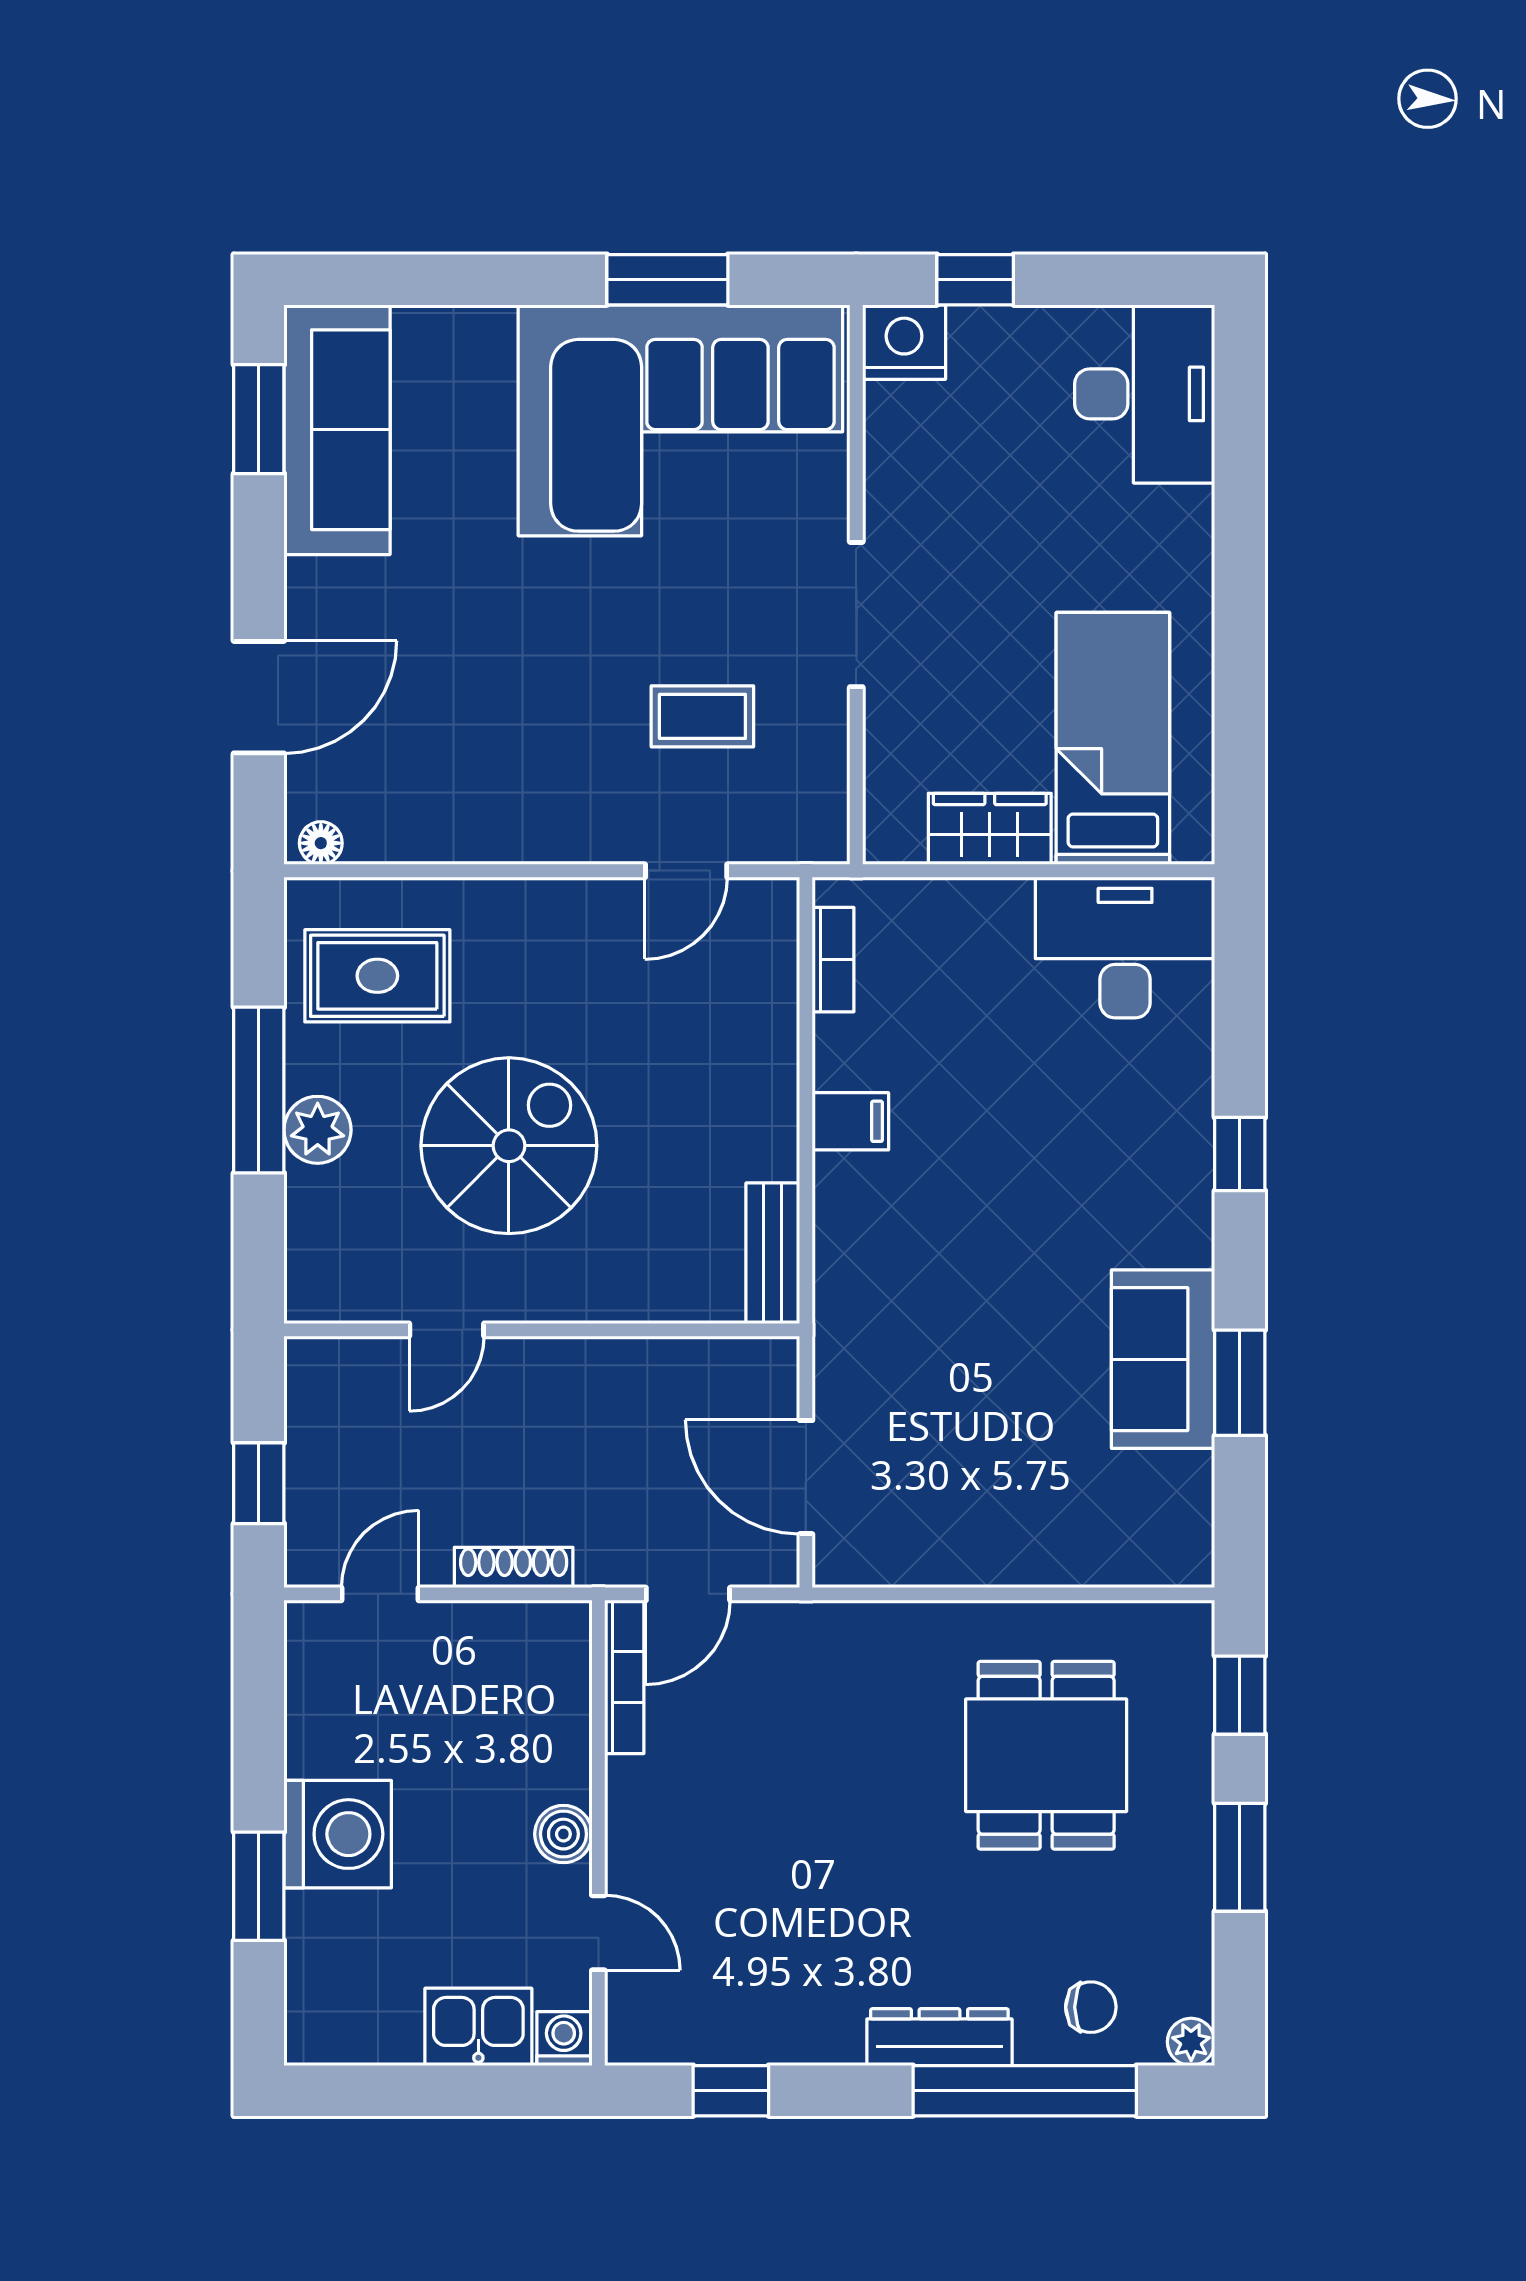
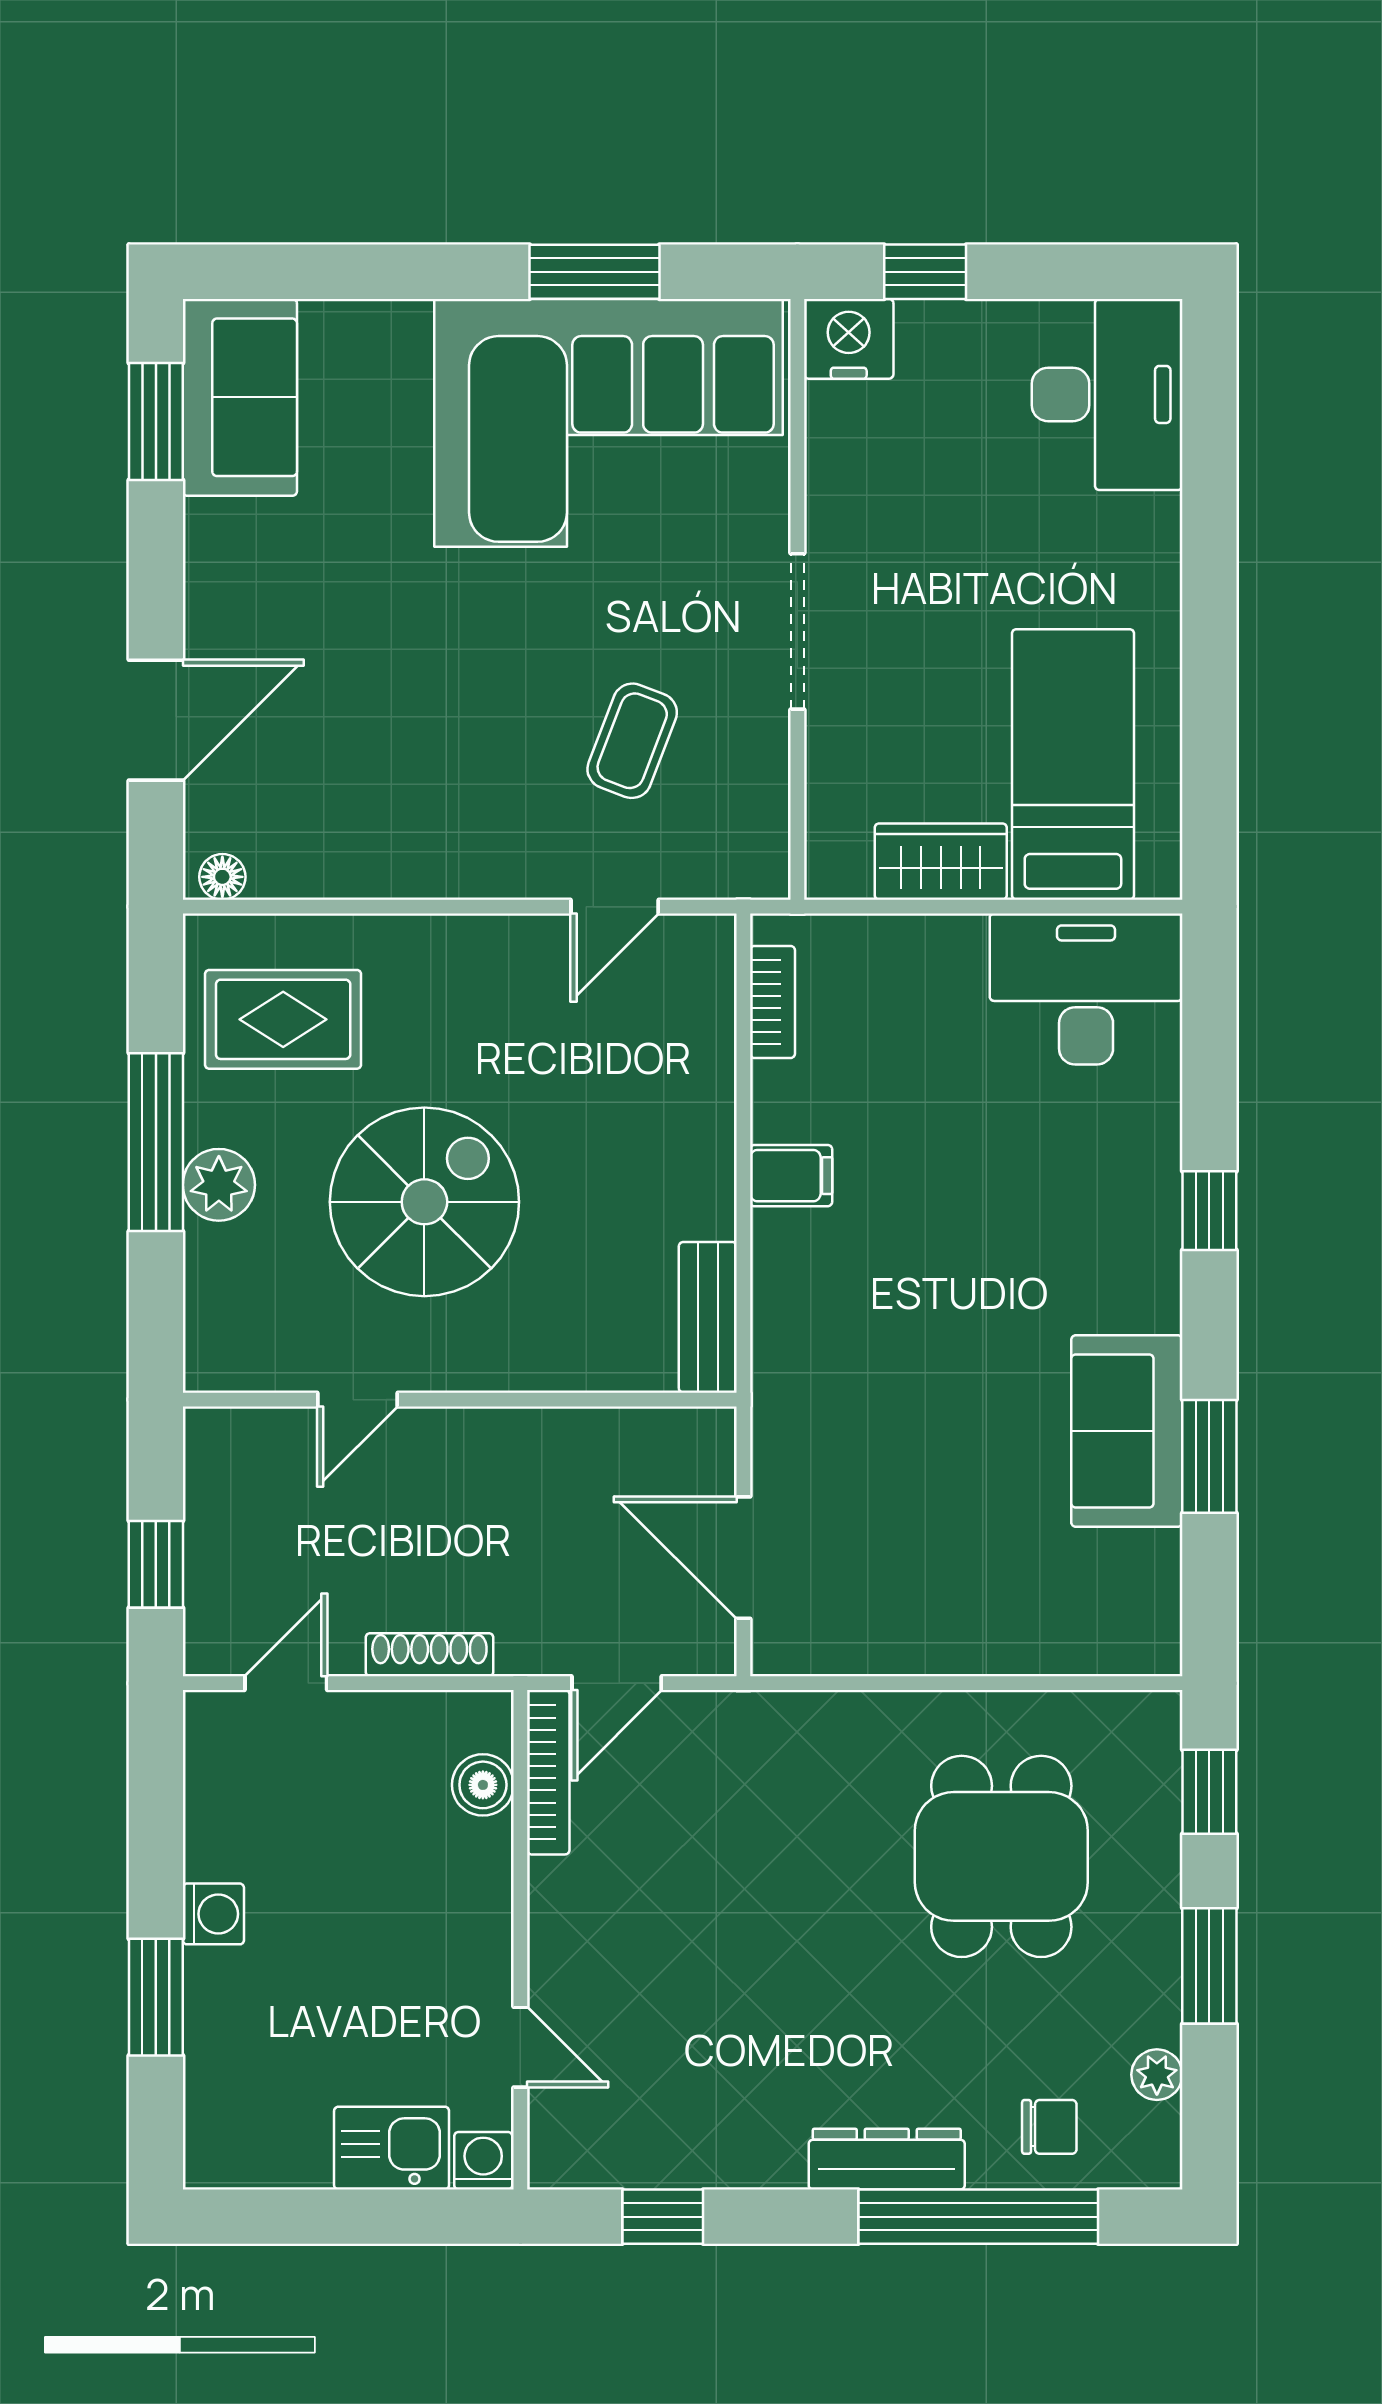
sofa: (337, 430) -> (240, 397), width x0.73
coffee table: (702, 716) -> (632, 741), turned -69
washing machine: (338, 1834) -> (213, 1914), width x0.53, depth x0.53
boiler: (563, 1834) -> (483, 1785), moved
plant: (1191, 2042) -> (1157, 2075), moved

